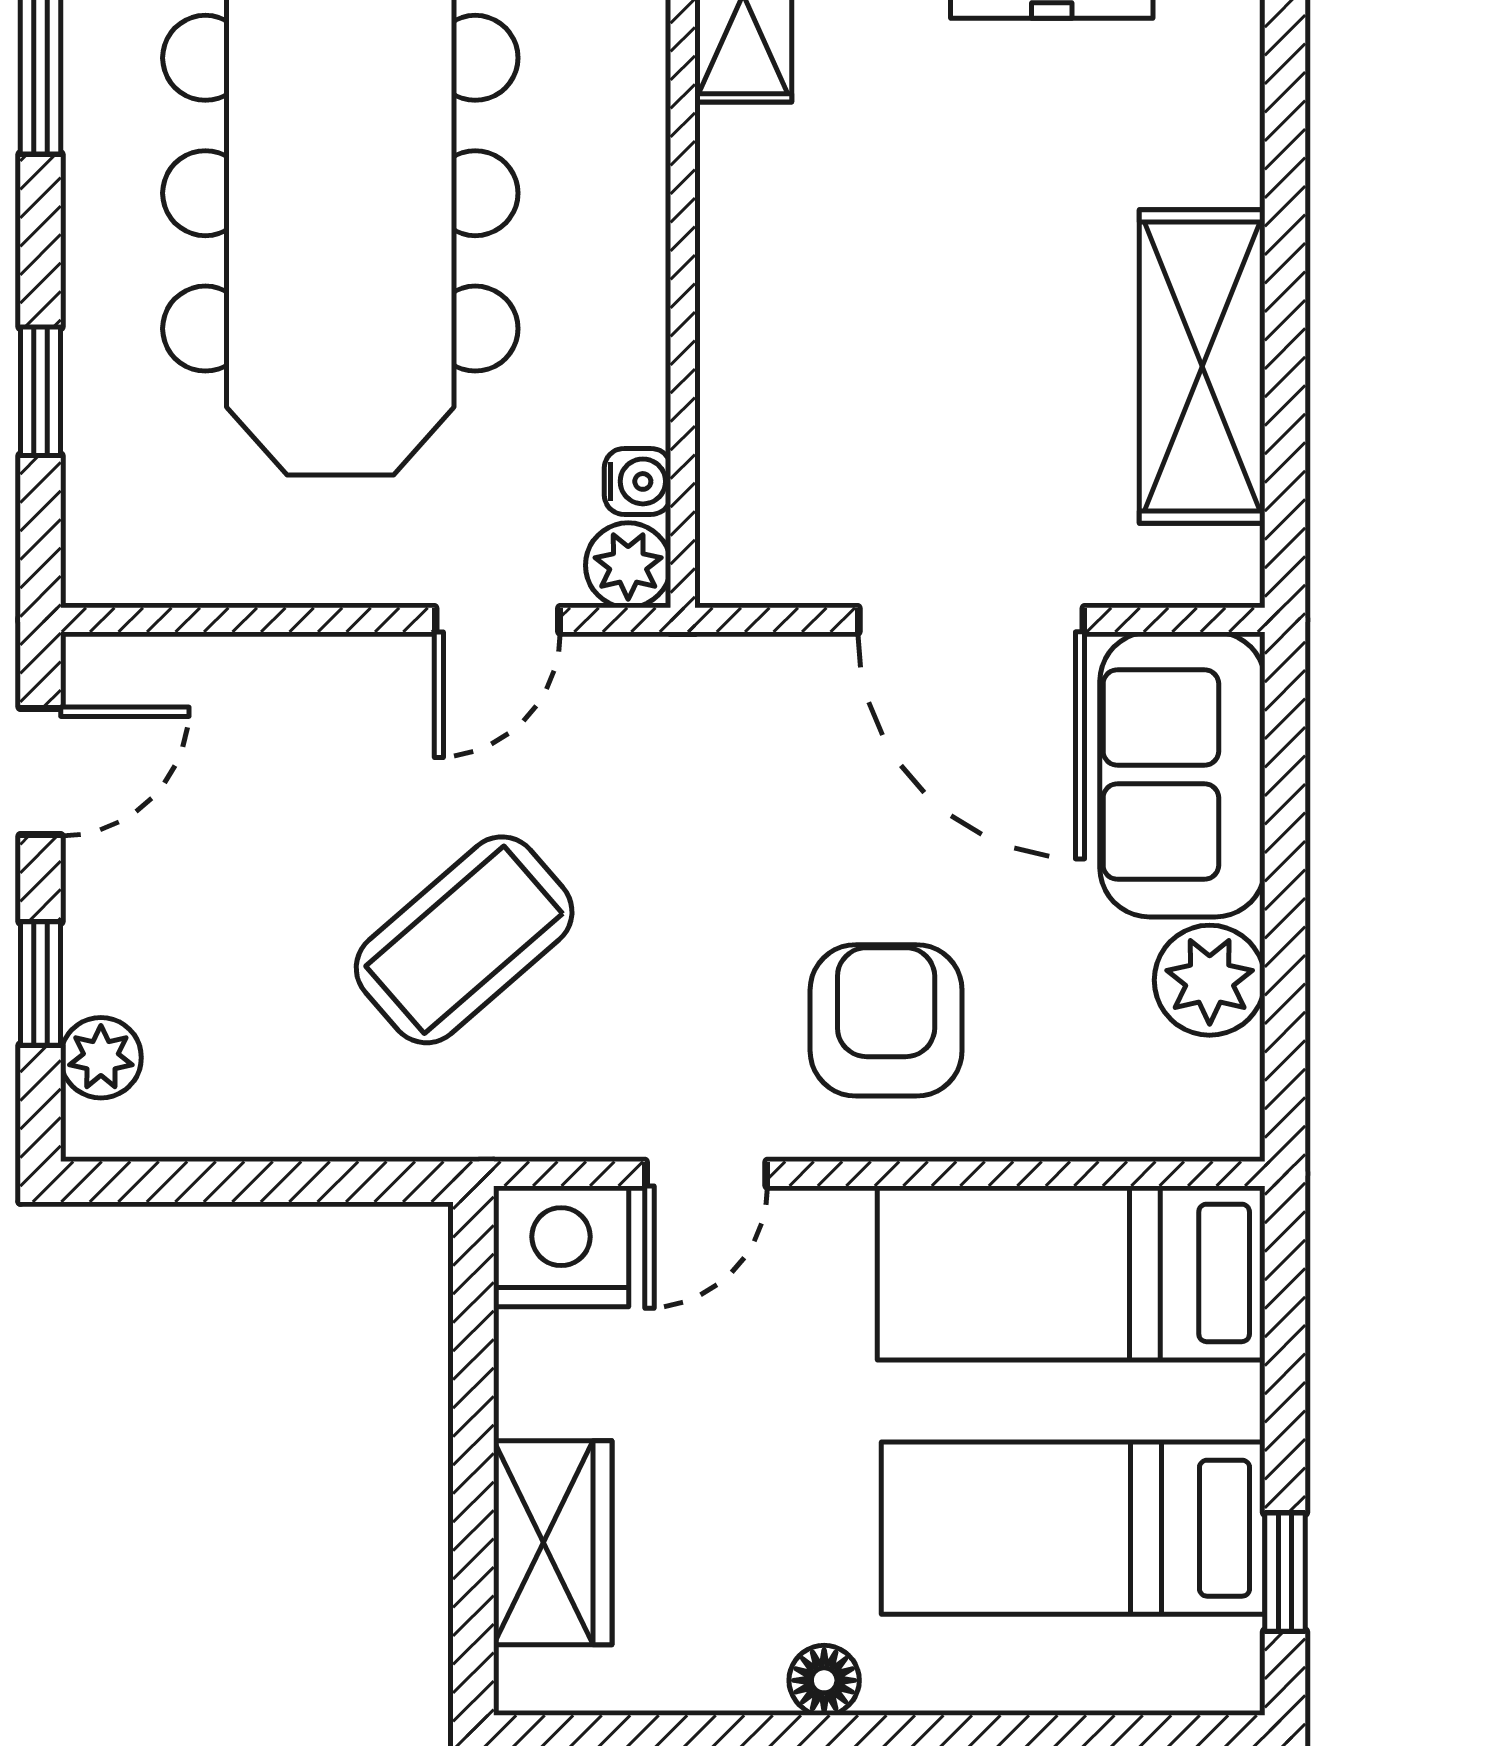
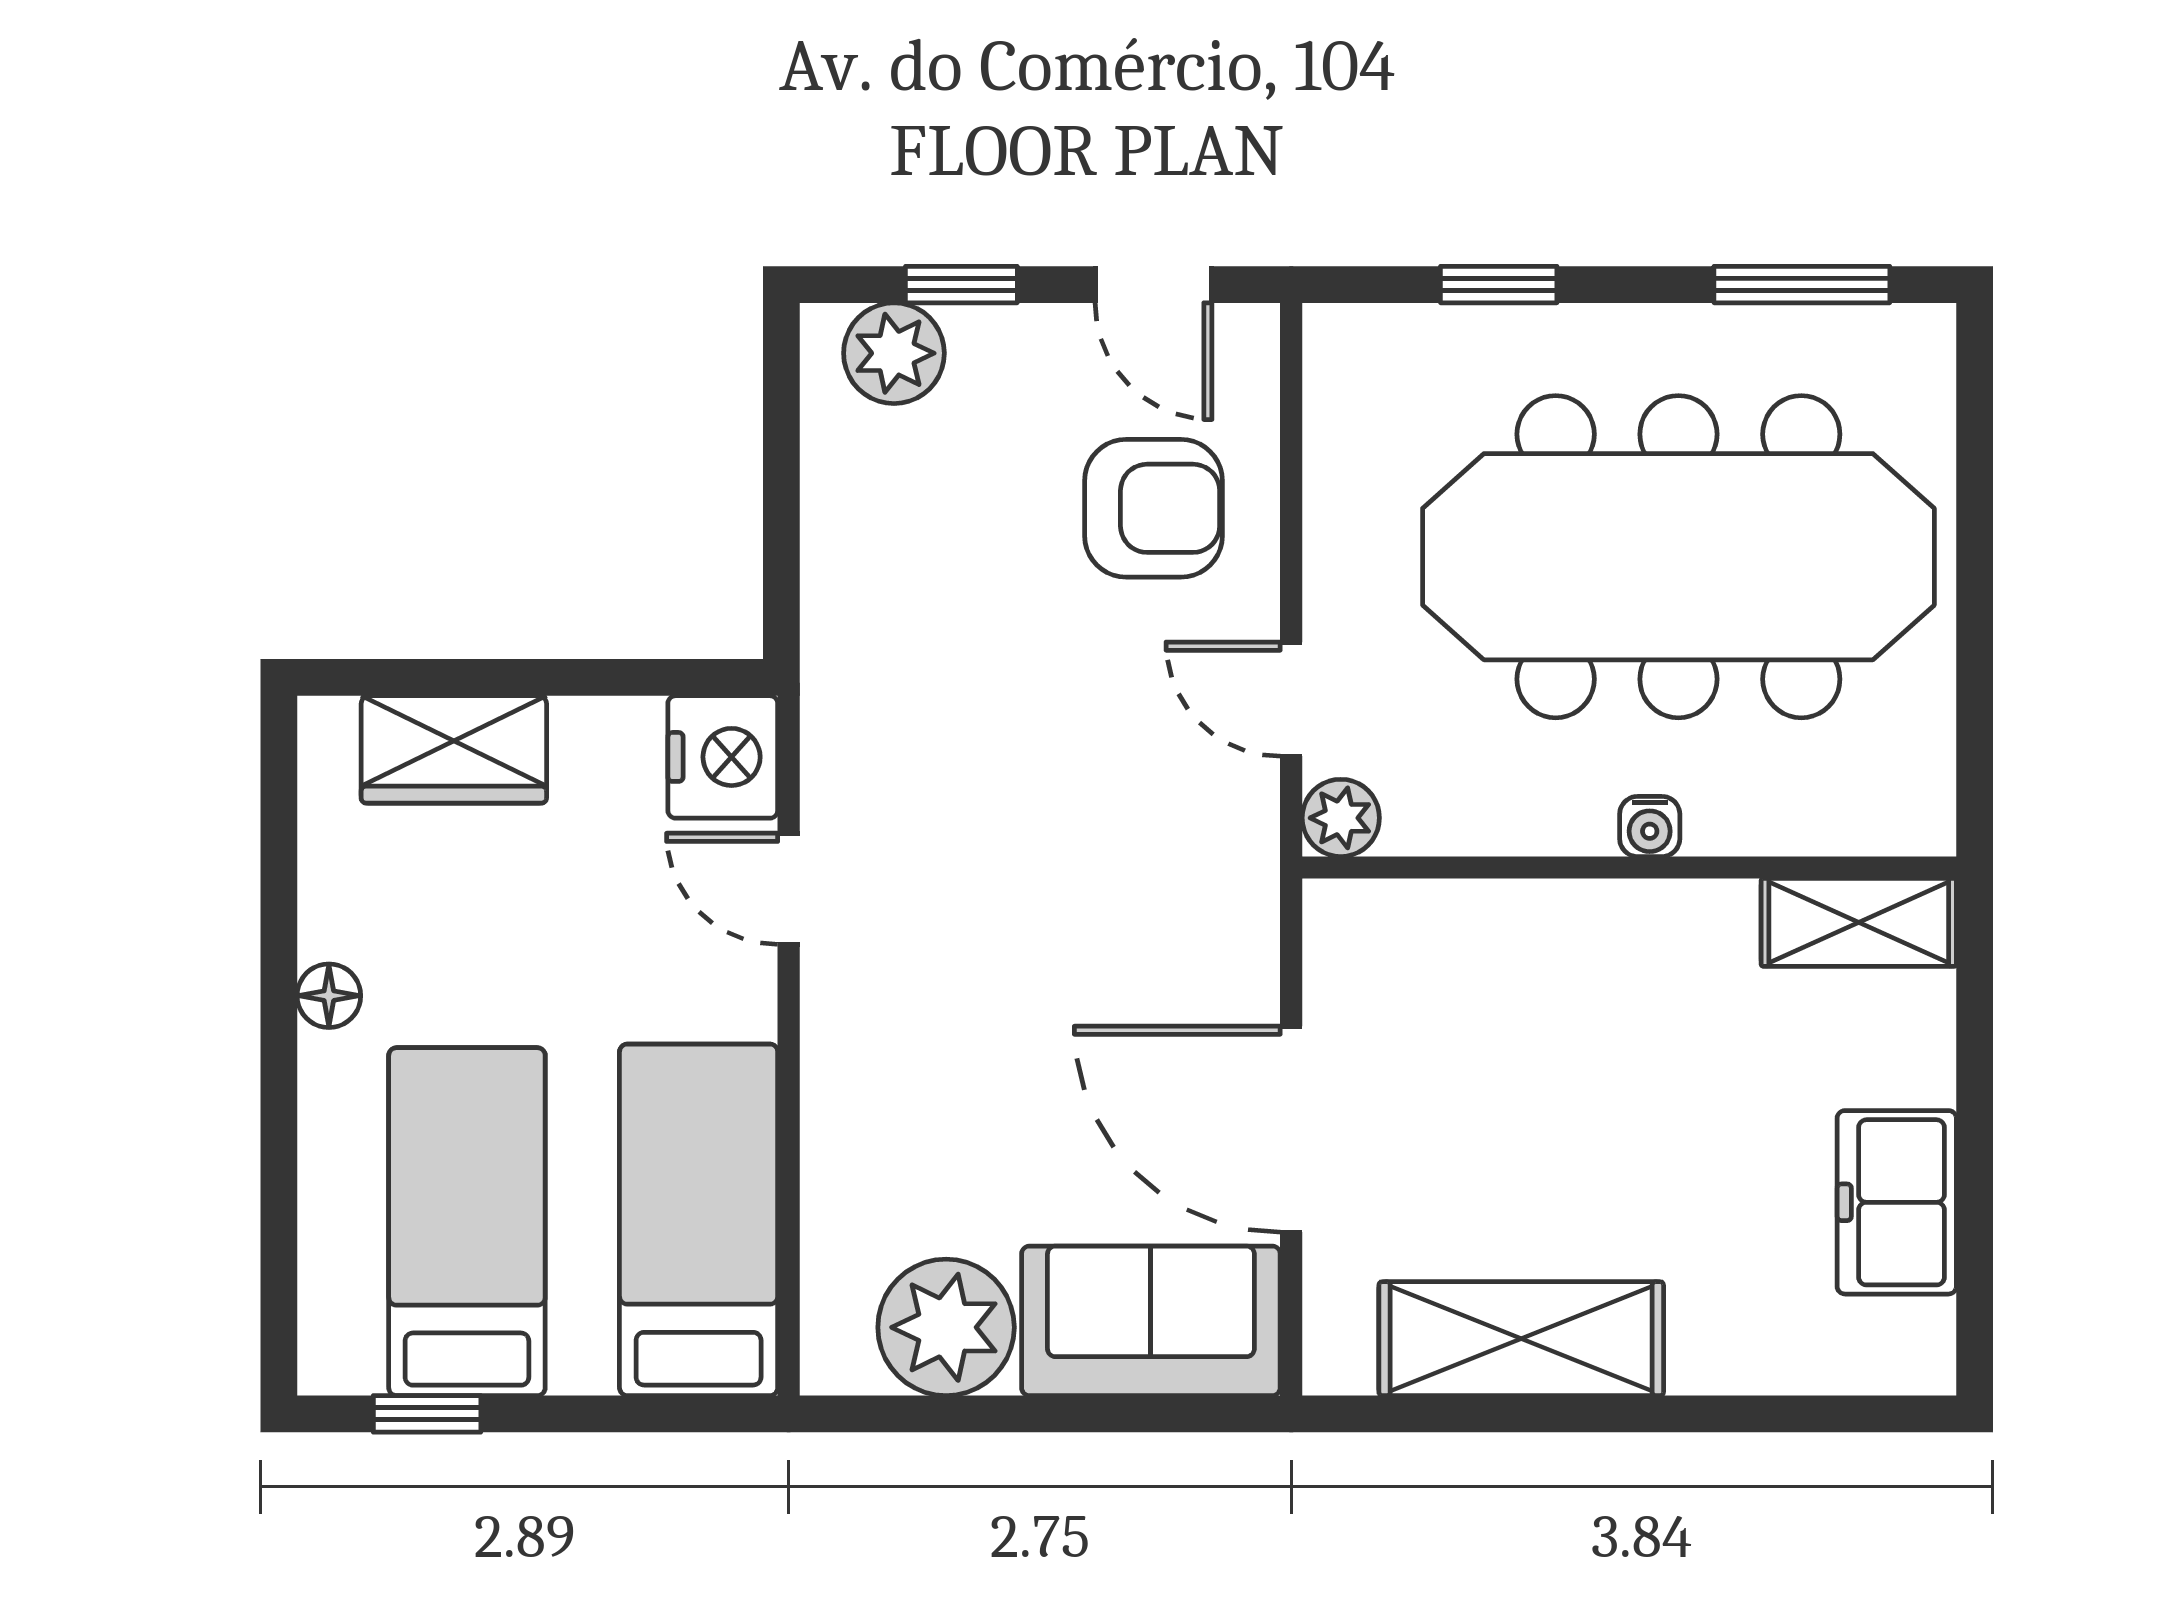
water cooler: (638, 481) -> (1650, 826), moved
door: (971, 620) -> (1291, 1129), hinge flipped
coffee table: (464, 940) -> (1001, 669), removed
plant: (1210, 980) -> (946, 1327), width x1.36, depth x1.36
armchair: (886, 1020) -> (1154, 508), moved
plant: (101, 1058) -> (894, 353), width x1.38, depth x1.38

